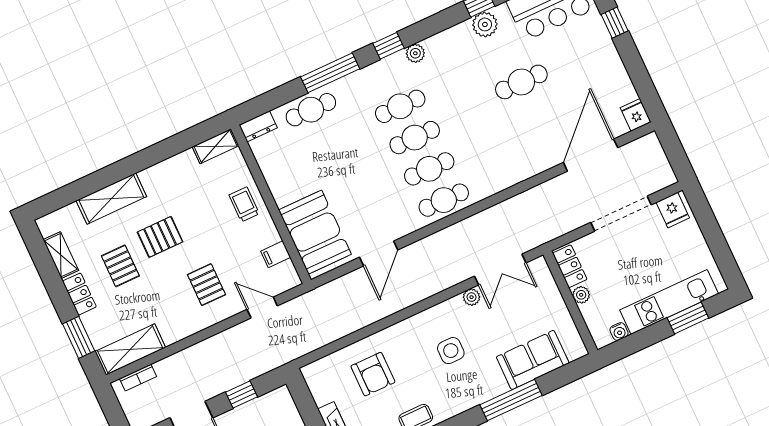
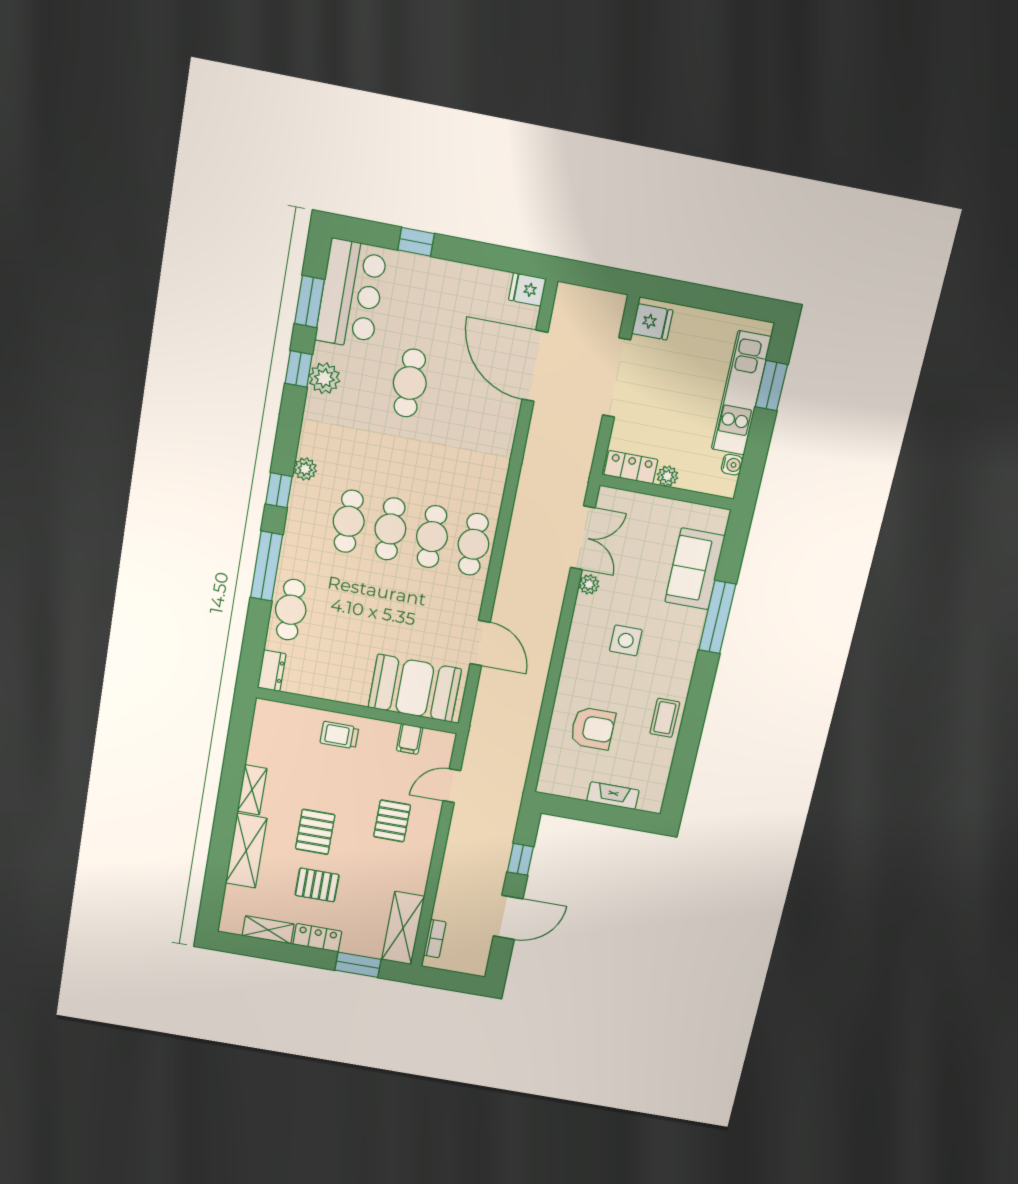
shelving: (216, 146) -> (252, 790), moved
pallet: (206, 285) -> (392, 821), turned 90

